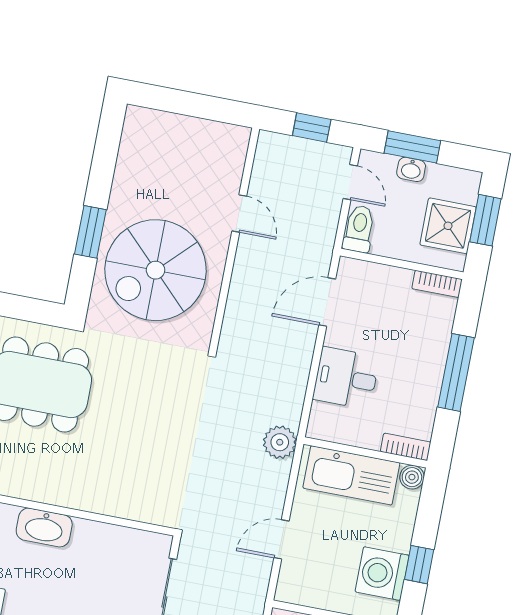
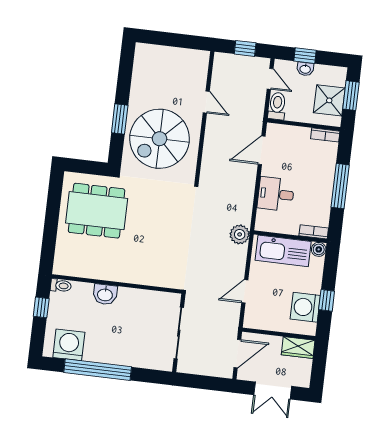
window: (412, 147) -> (305, 56), width x0.67
washbasin: (44, 527) -> (105, 294), width x0.72

